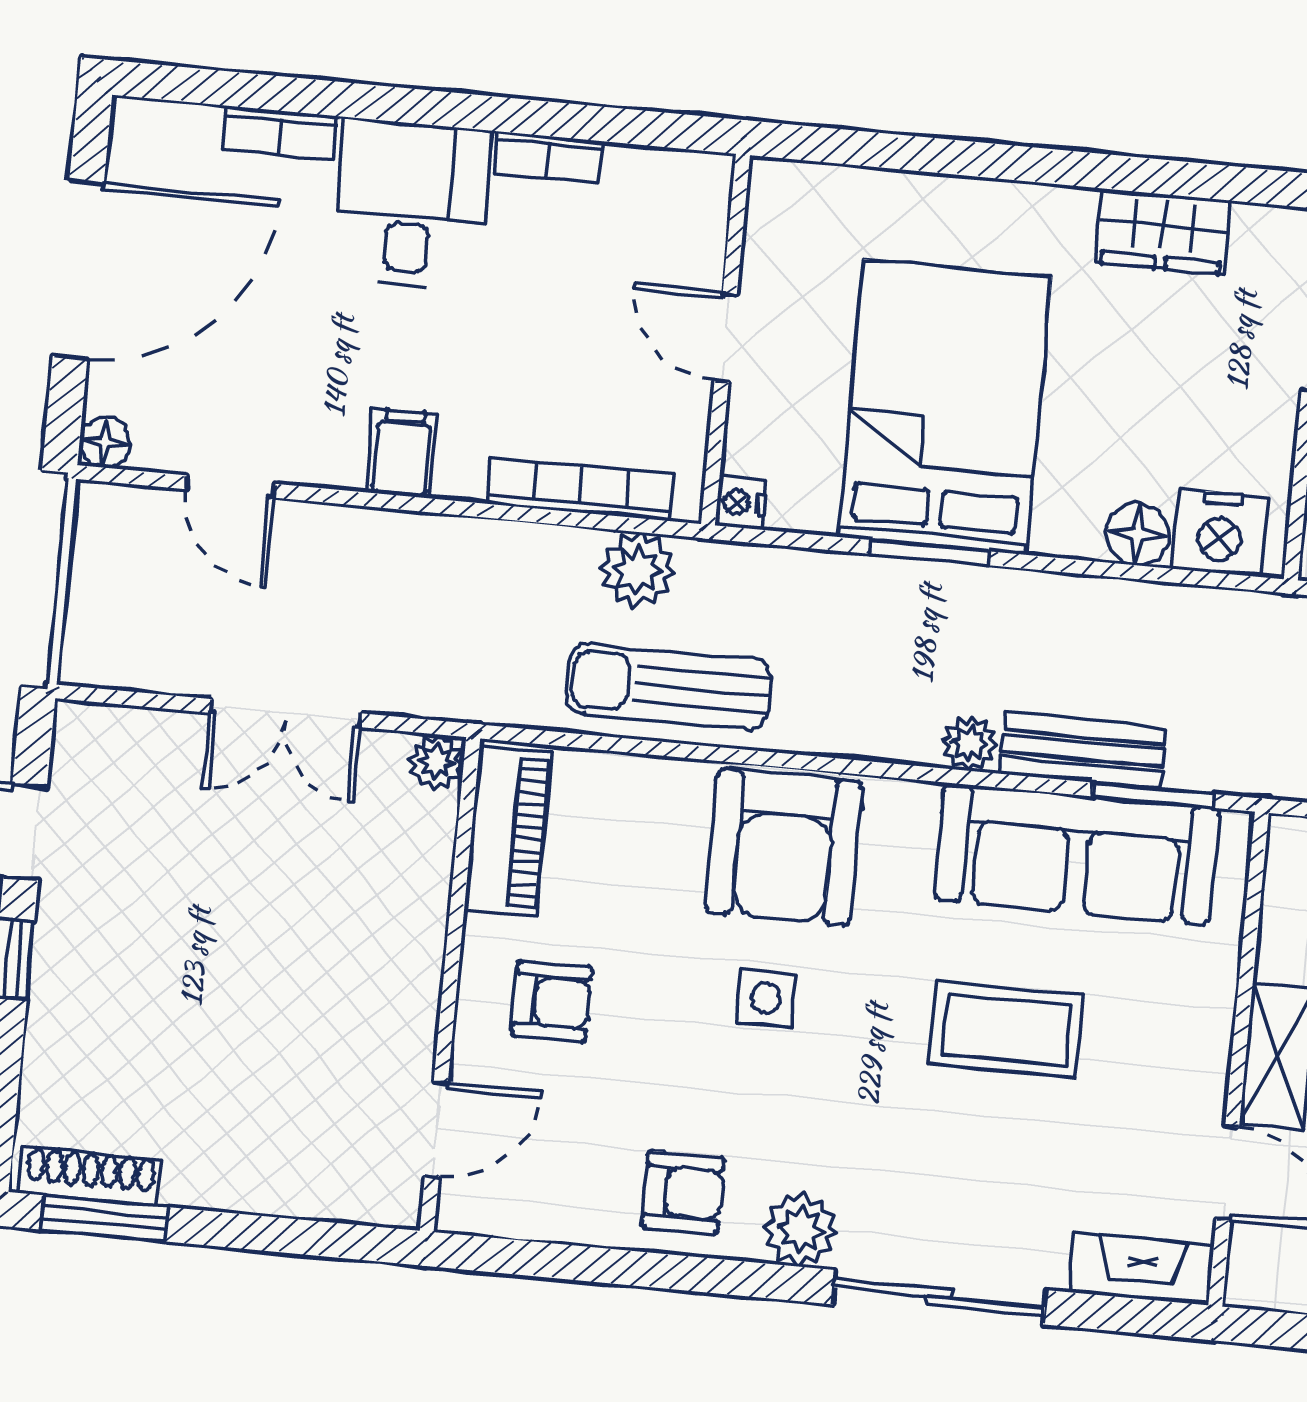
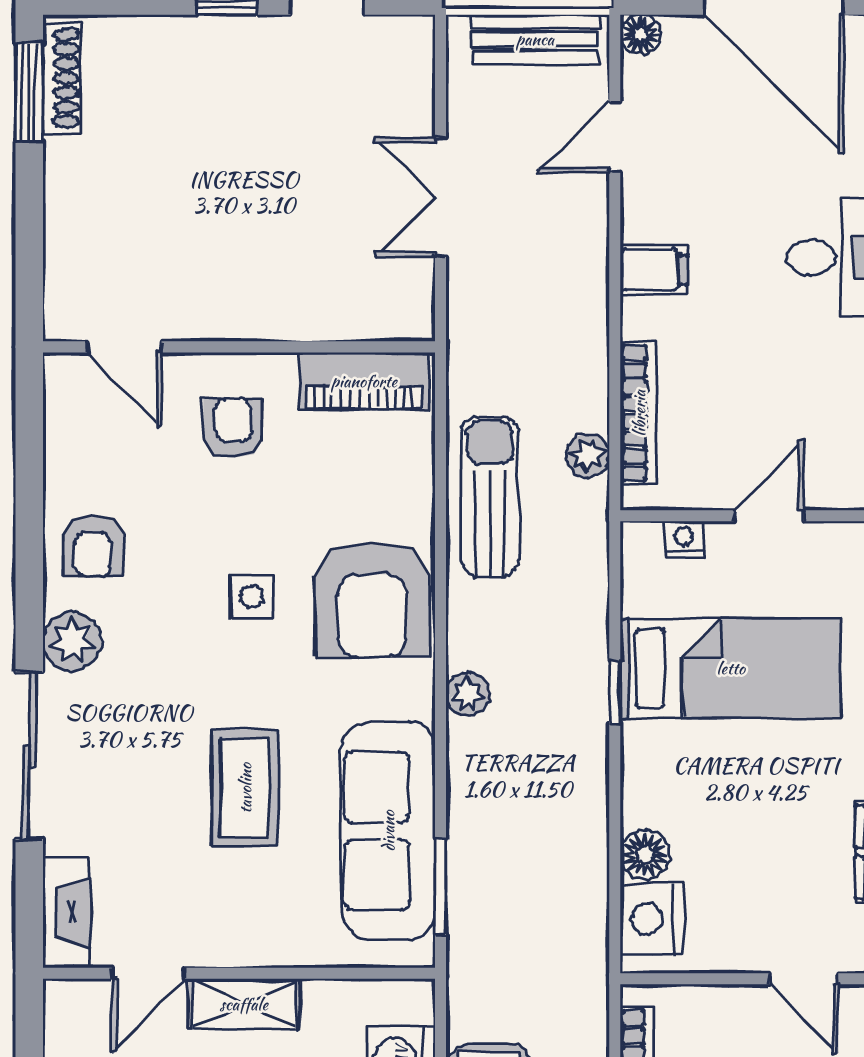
bed: (945, 407) -> (731, 668), width x0.67
nightstand: (740, 503) -> (684, 540), moved
window: (930, 553) -> (615, 692), width x0.67
plant: (638, 570) -> (588, 456), width x0.73, depth x0.73
plant: (970, 743) -> (468, 694), moved
bench: (1083, 751) -> (535, 39), moved, turned 90
plant: (436, 762) -> (413, 319), removed
armchair: (784, 847) -> (372, 600), turned -90
armchair: (552, 1002) -> (233, 428), turned 180

